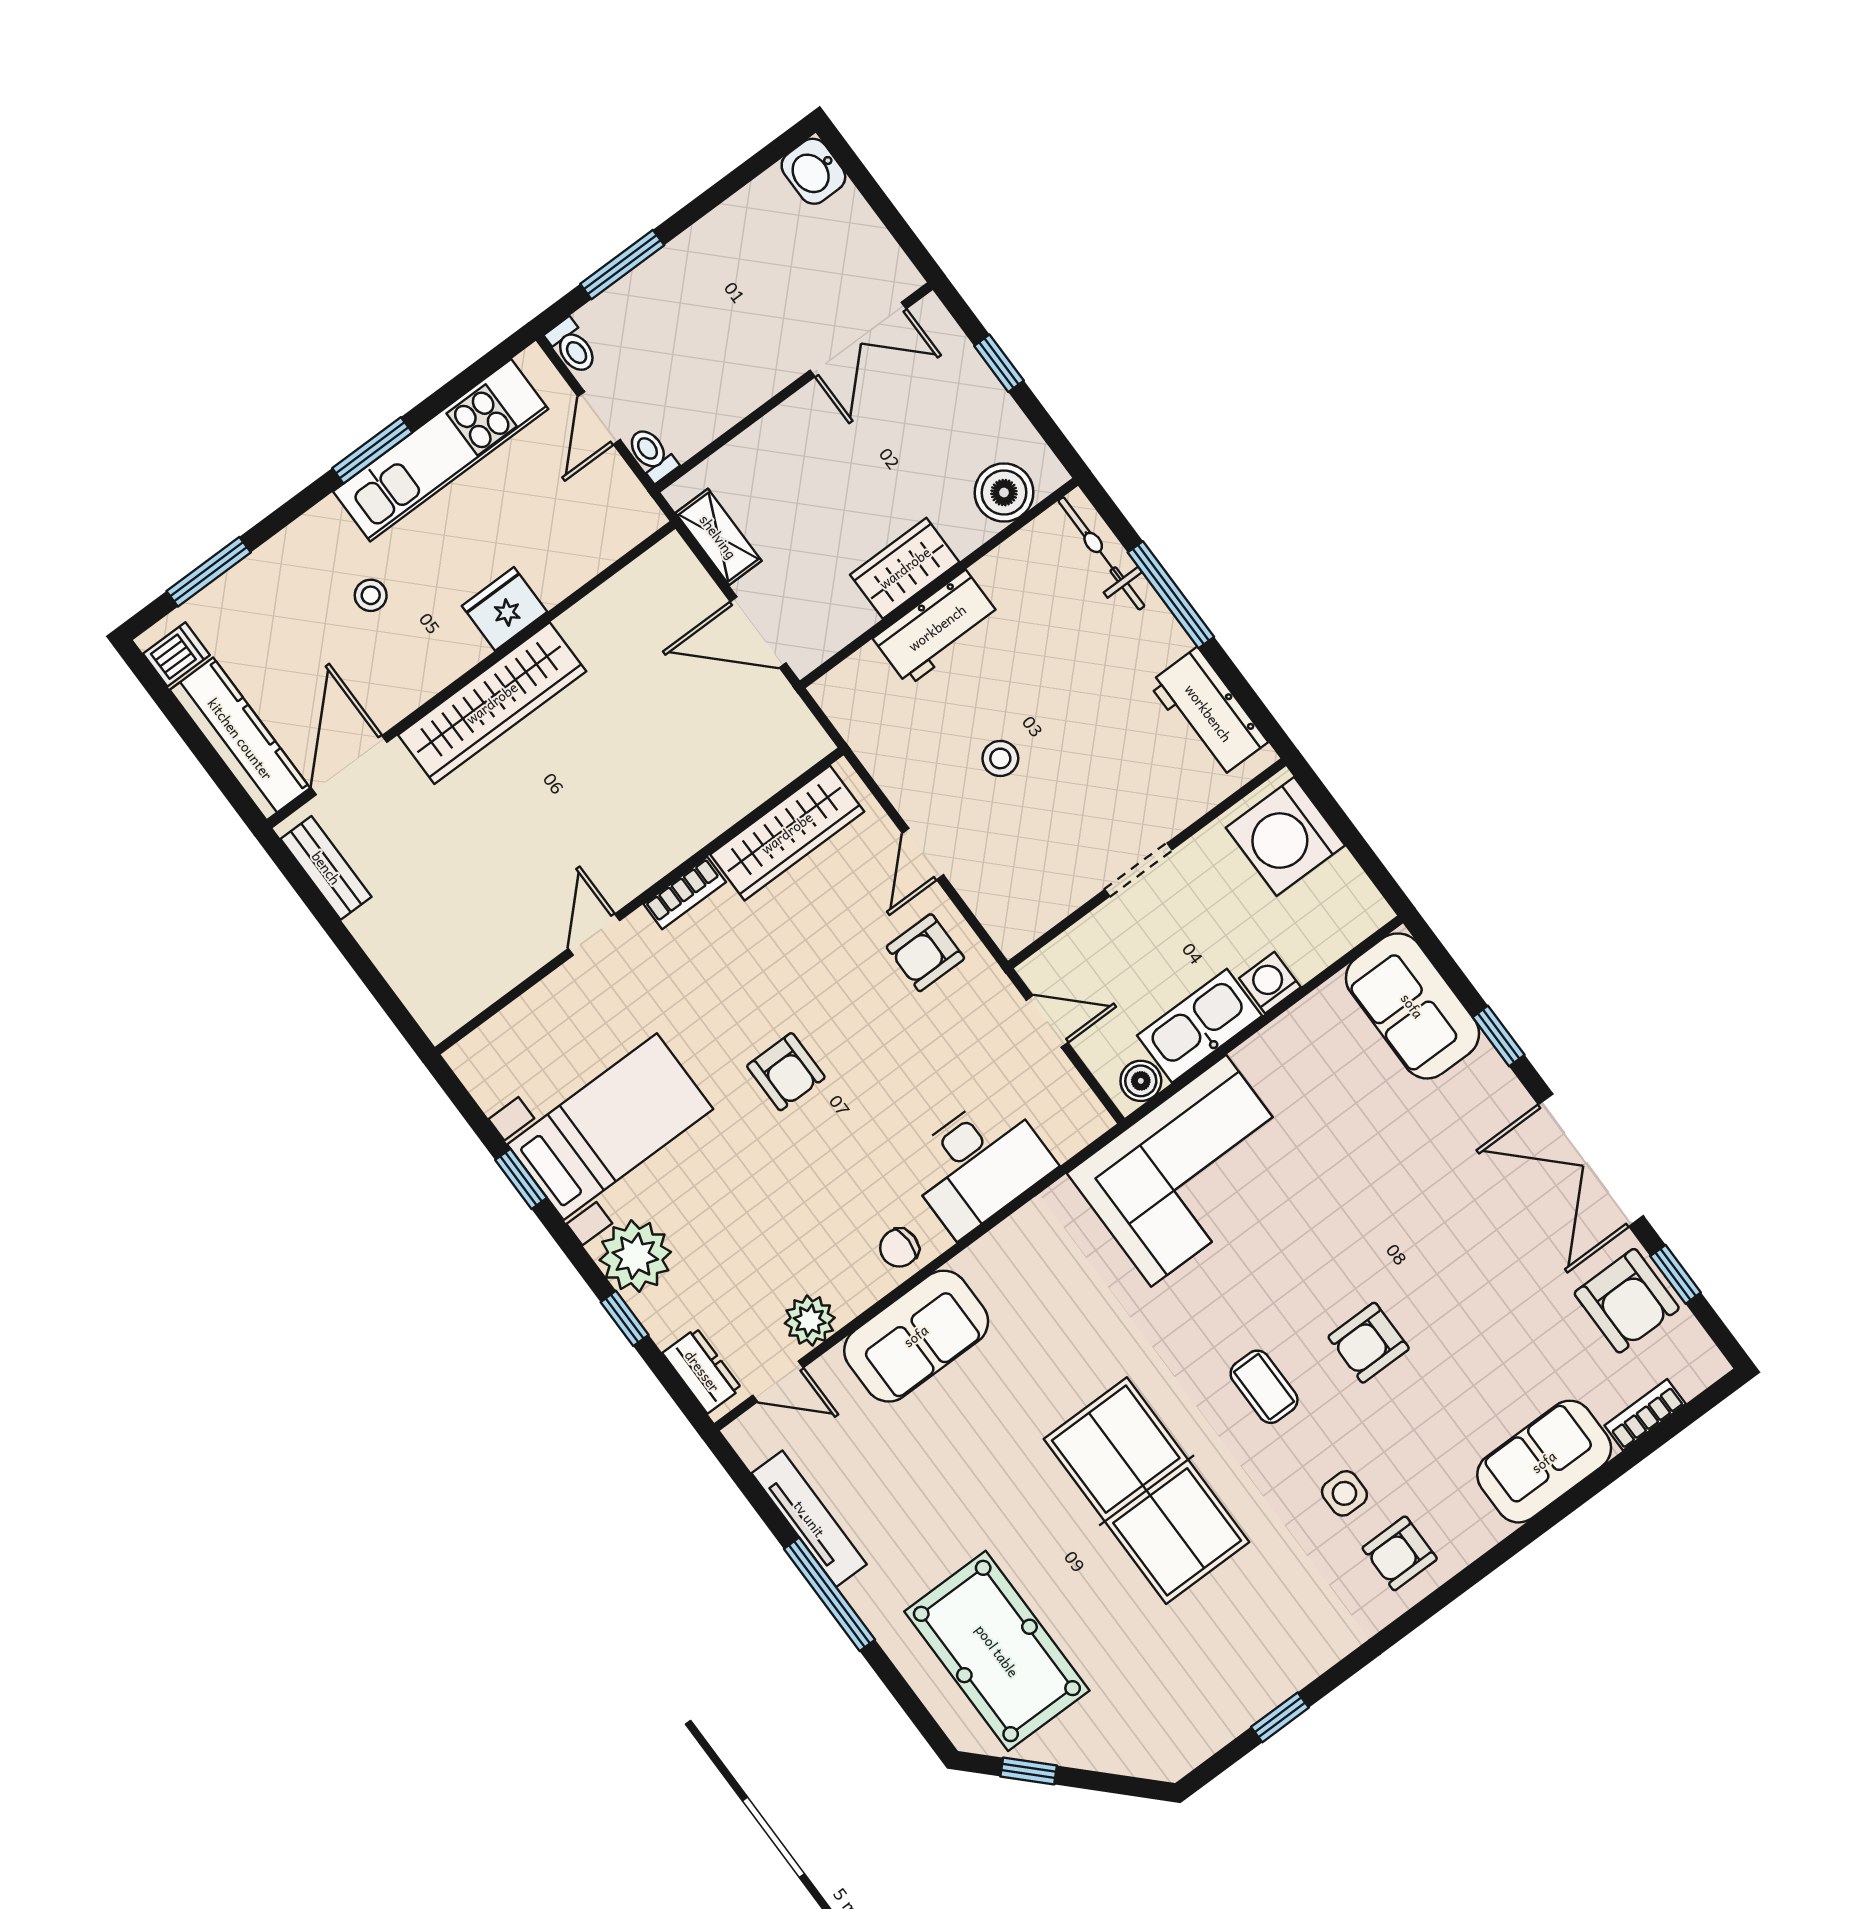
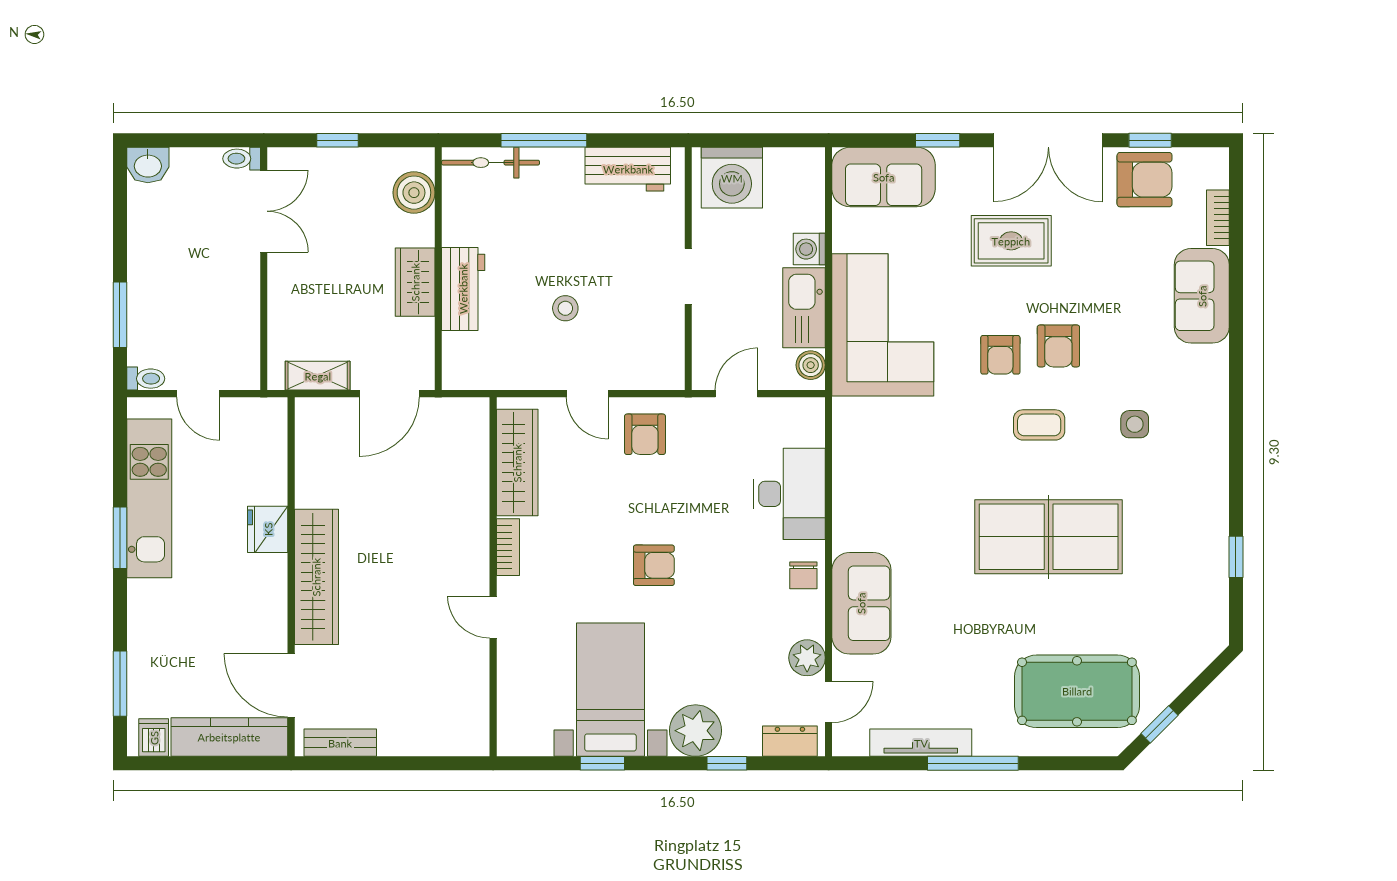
toilet: (652, 454) -> (242, 159), moved
stool: (371, 595) -> (203, 601), removed
corner sofa: (1189, 1171) -> (883, 325), moved
rug: (1447, 1202) -> (1011, 241), added
armchair: (1400, 1553) -> (1000, 355), moved

